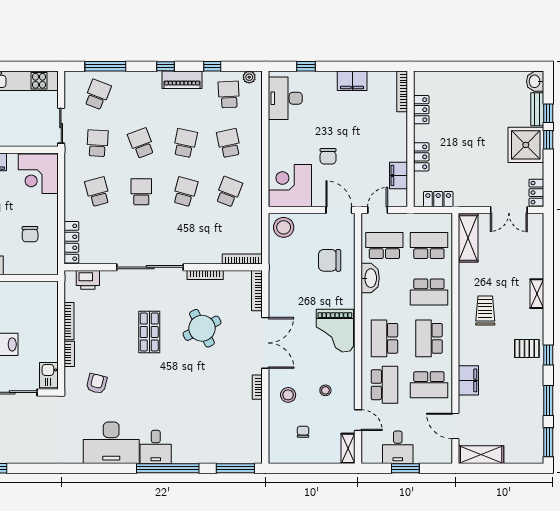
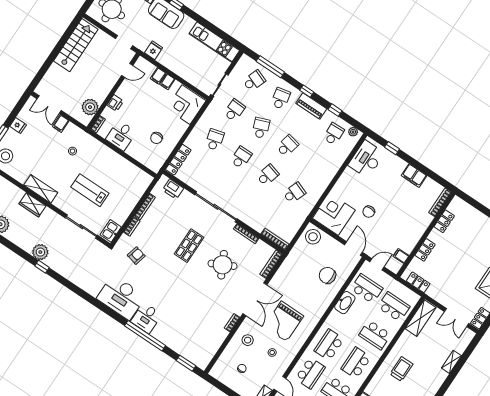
school desk: (229, 143) -> (281, 98), moved
filing cabinet: (399, 175) -> (401, 256), width x0.50
shelving: (537, 294) -> (451, 362), moved
grand piano: (335, 331) -> (284, 321), moved
window: (235, 468) -> (186, 363), width x0.69

